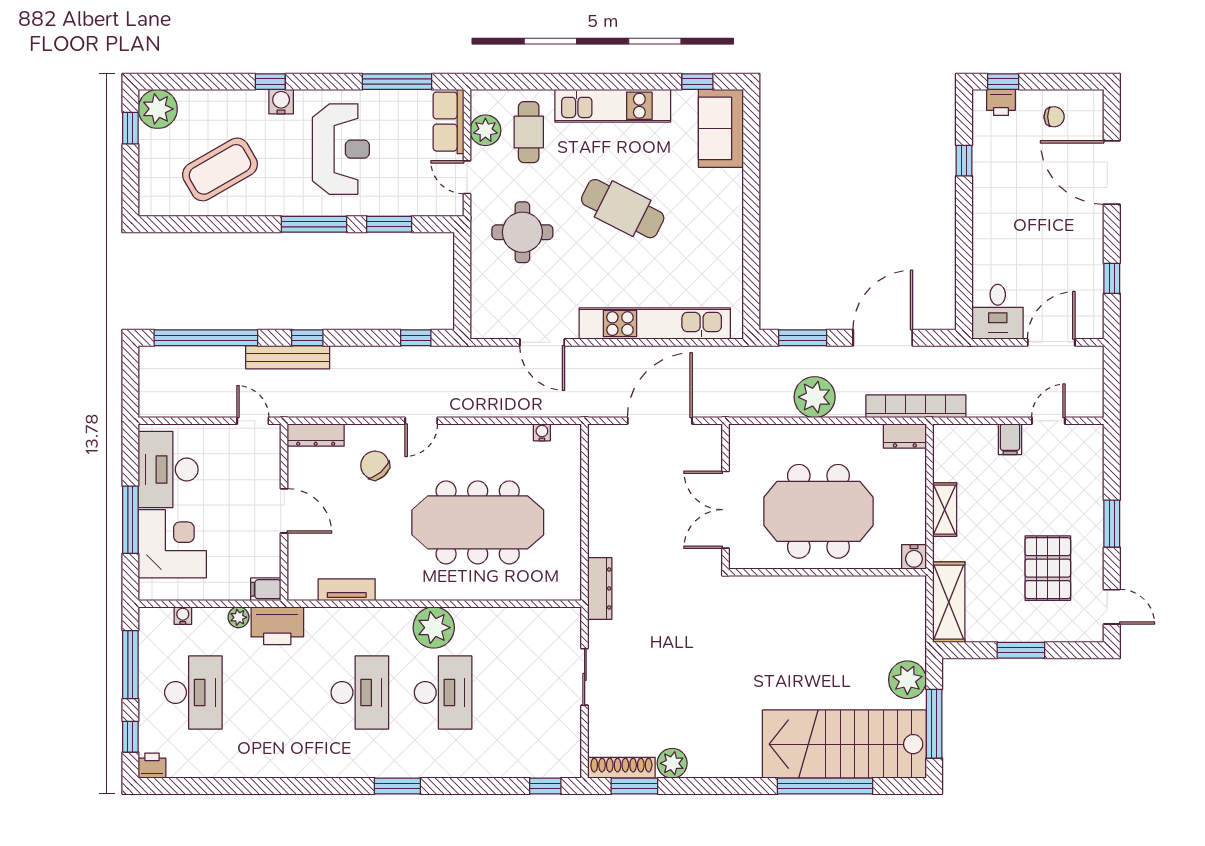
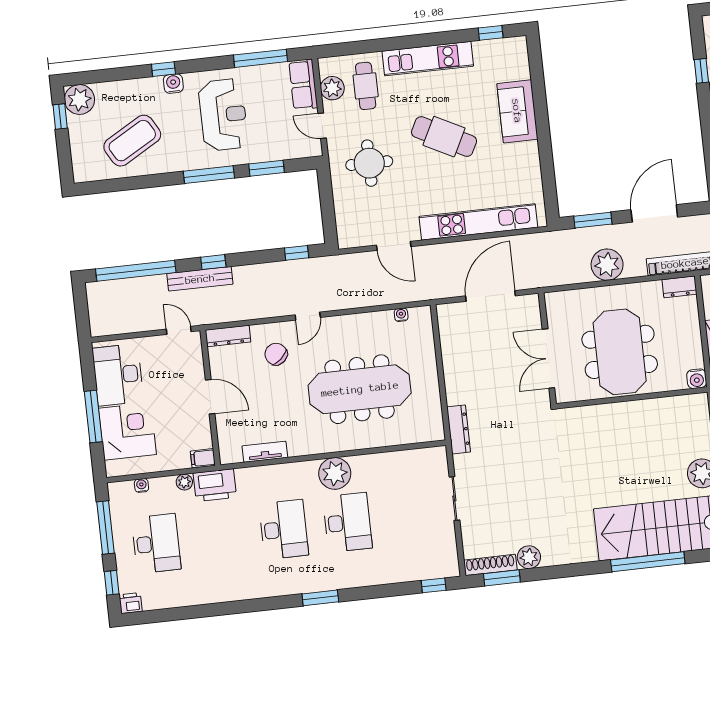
sofa: (721, 128) -> (517, 111), moved
meeting table: (818, 511) -> (620, 352), turned 90

